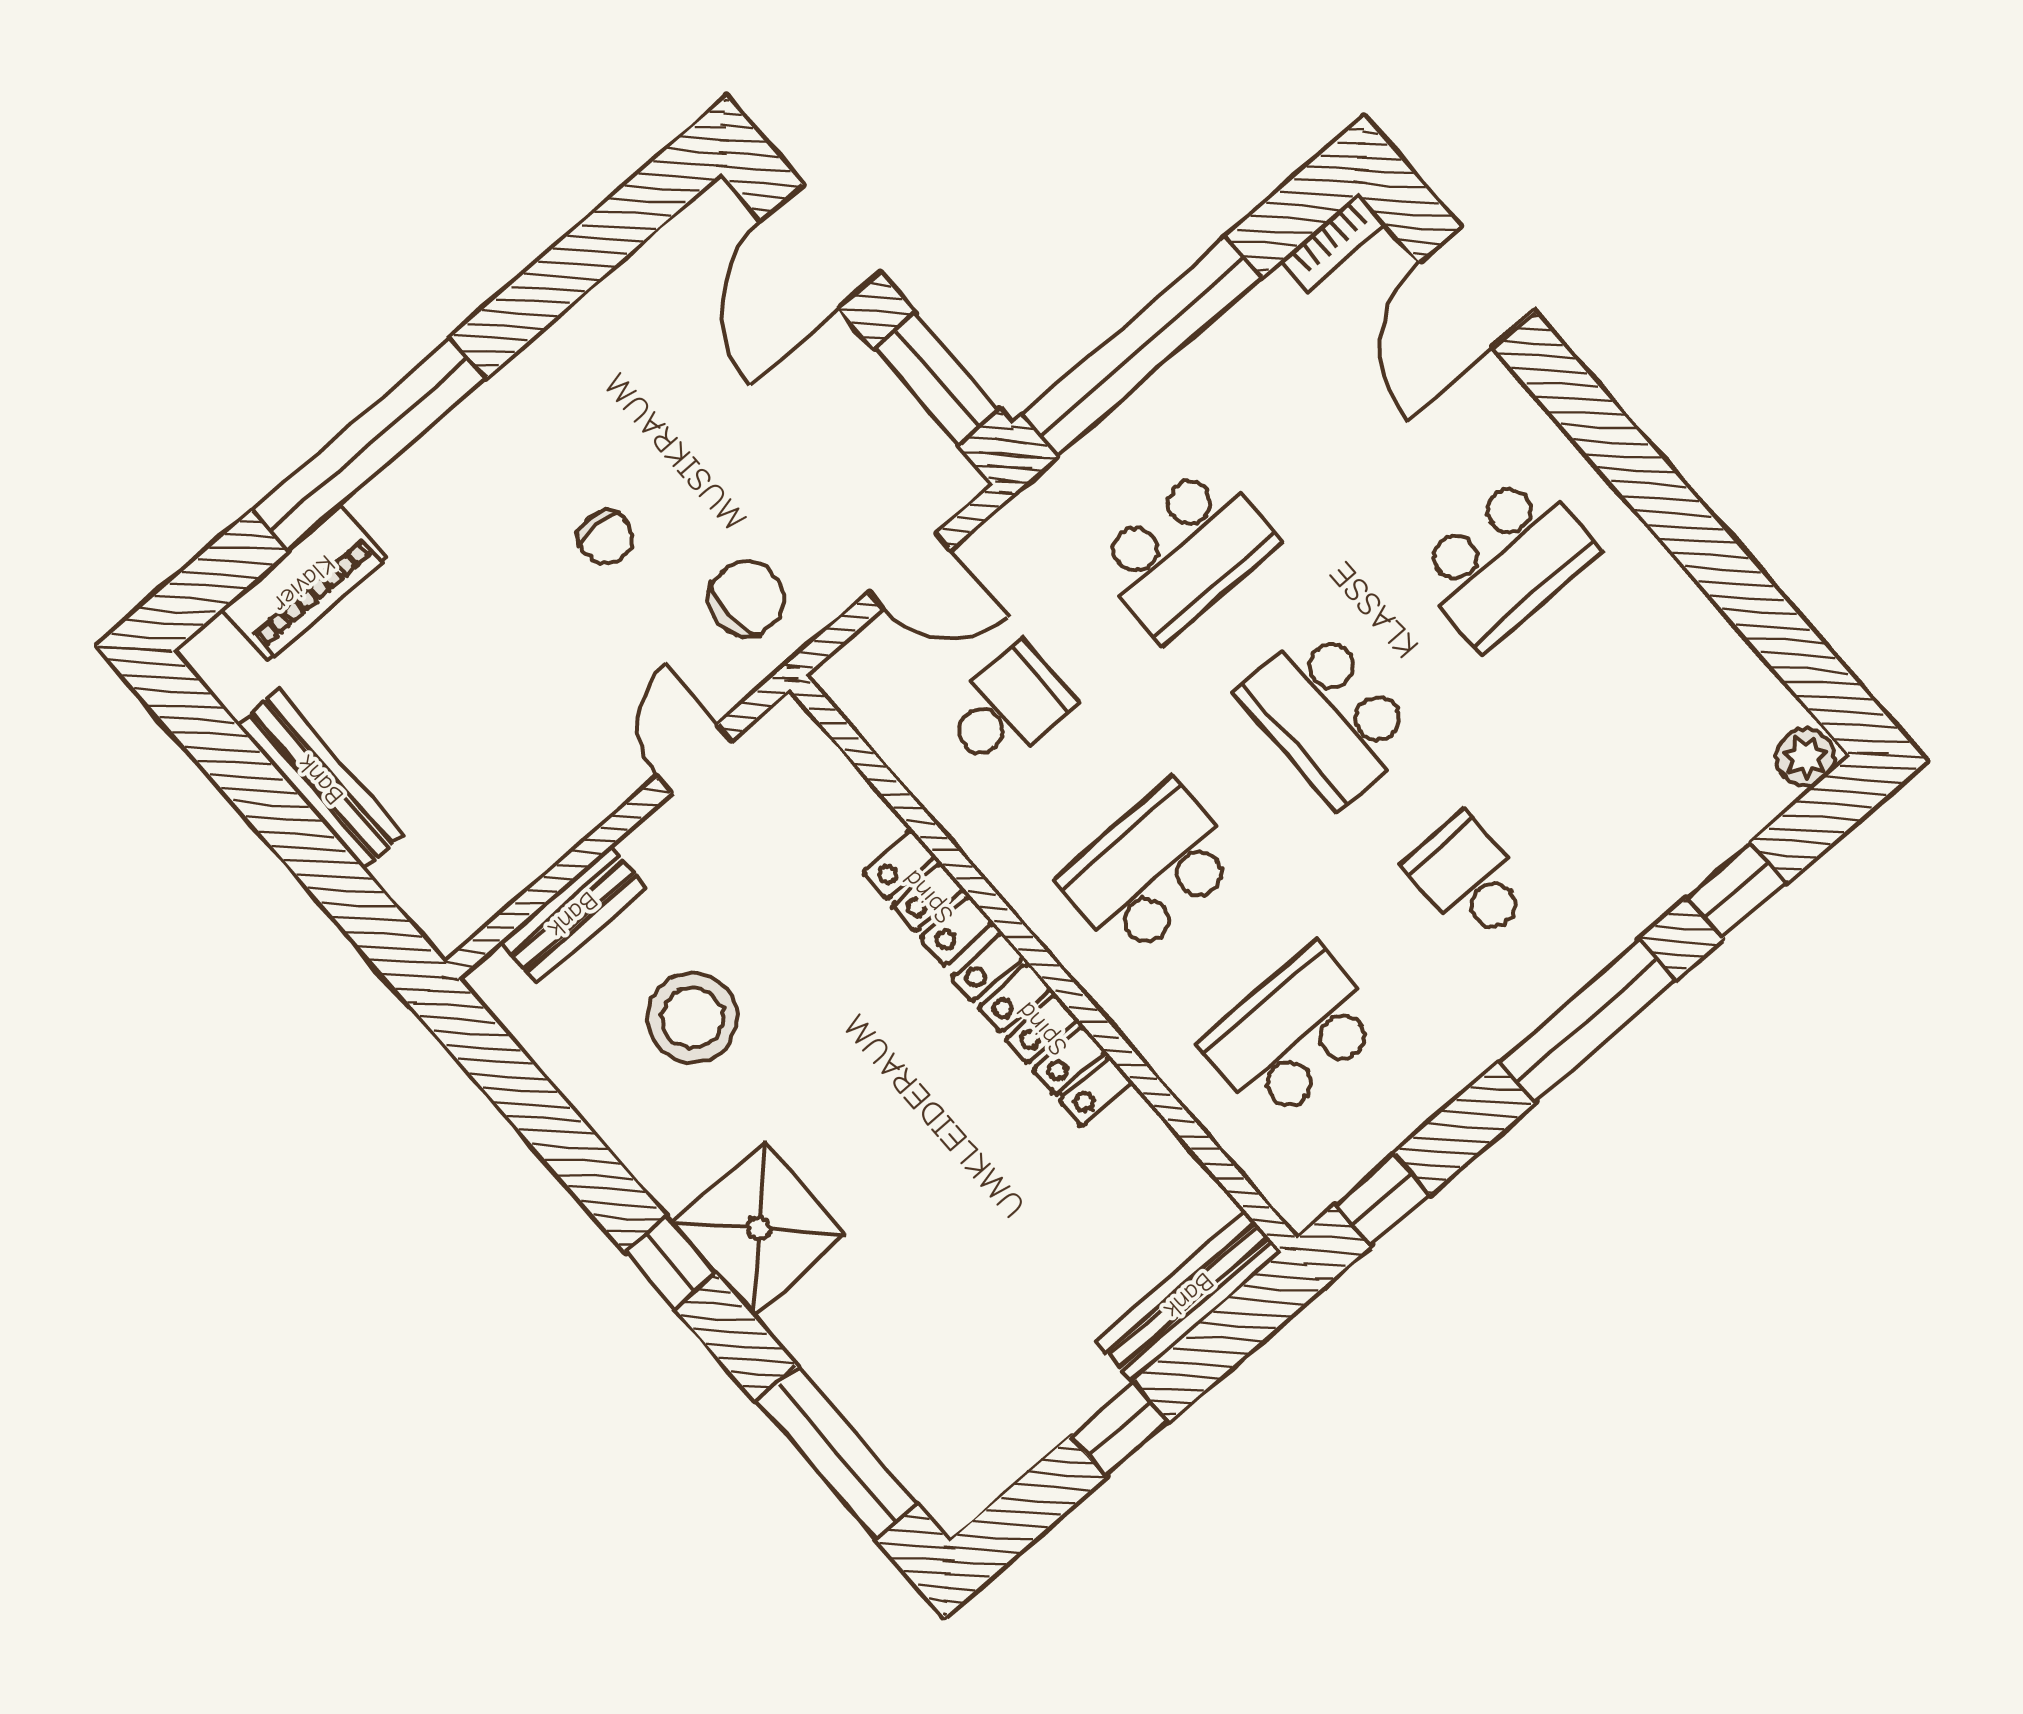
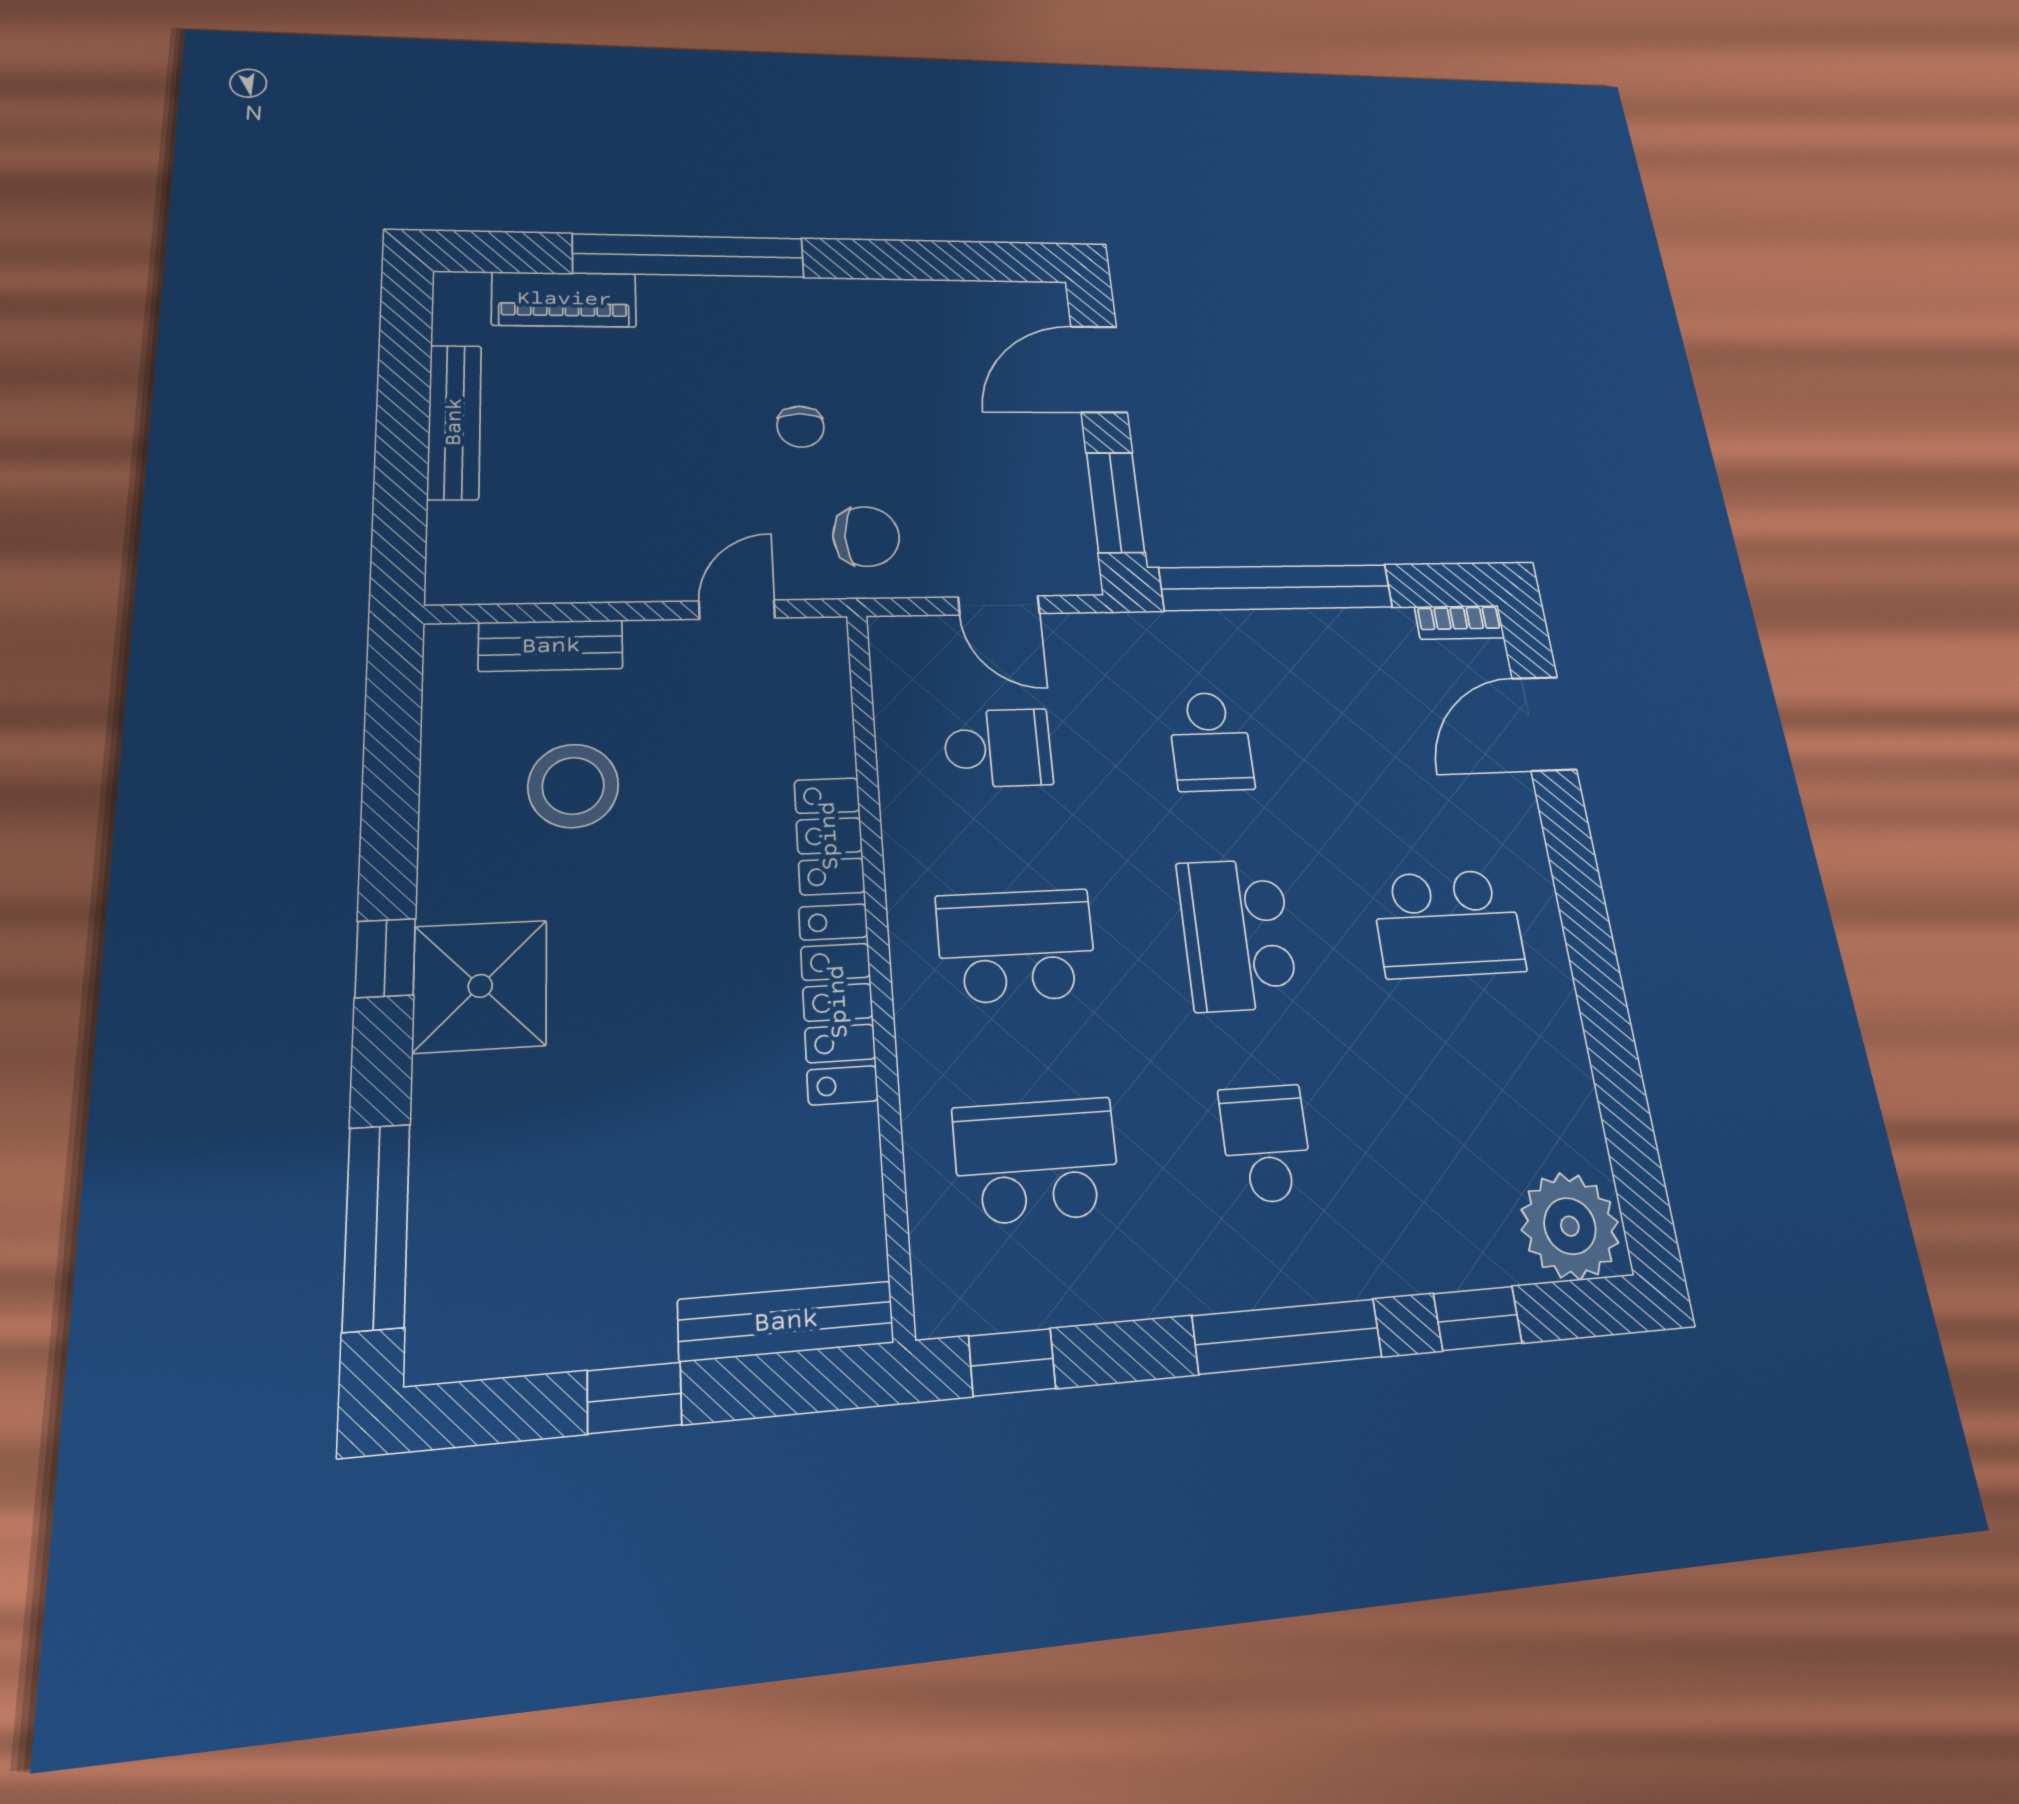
school desk: (1185, 552) -> (1211, 742), width x0.54
plant: (1806, 757) -> (1570, 1226), width x1.87, depth x1.87

